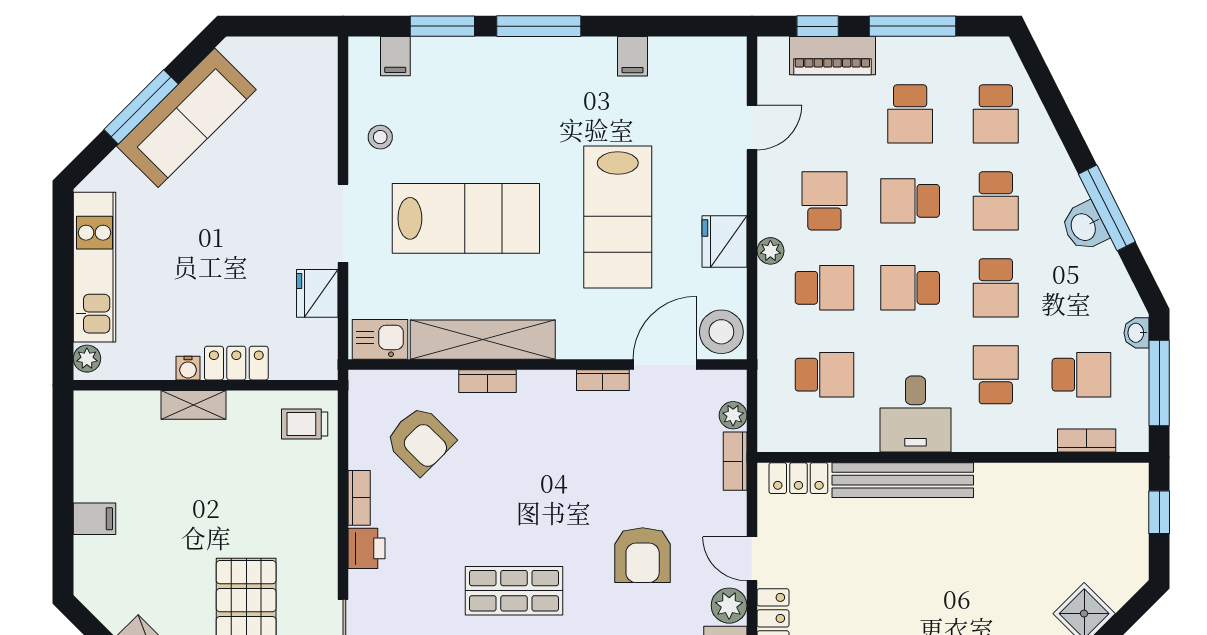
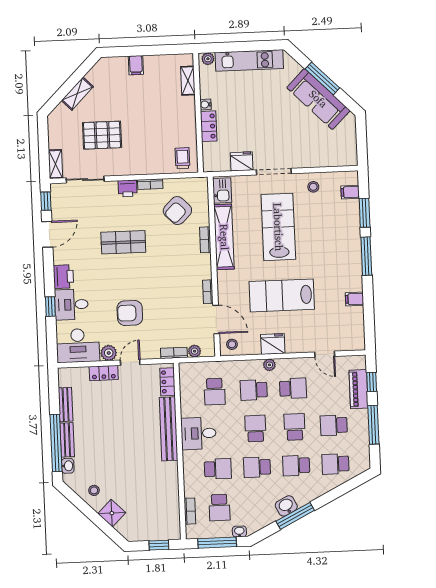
lab bench: (466, 218) -> (278, 227), turned 180
school desk: (824, 288) -> (254, 390), turned 90
stool: (721, 332) -> (232, 344), width x0.53, depth x0.53
shelving: (193, 405) -> (188, 81), moved
shop shelf: (514, 591) -> (123, 242), moved, turned 90

